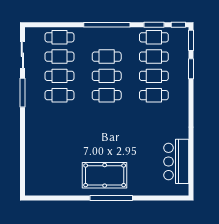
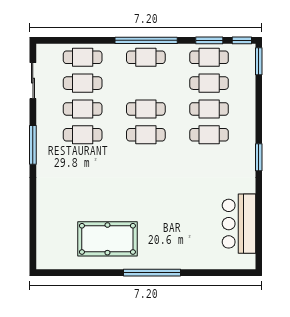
cafe table: (107, 57) -> (146, 57), moved
window: (191, 69) -> (259, 157), moved
window: (22, 93) -> (33, 145), moved
pool table: (105, 175) -> (107, 239), moved

